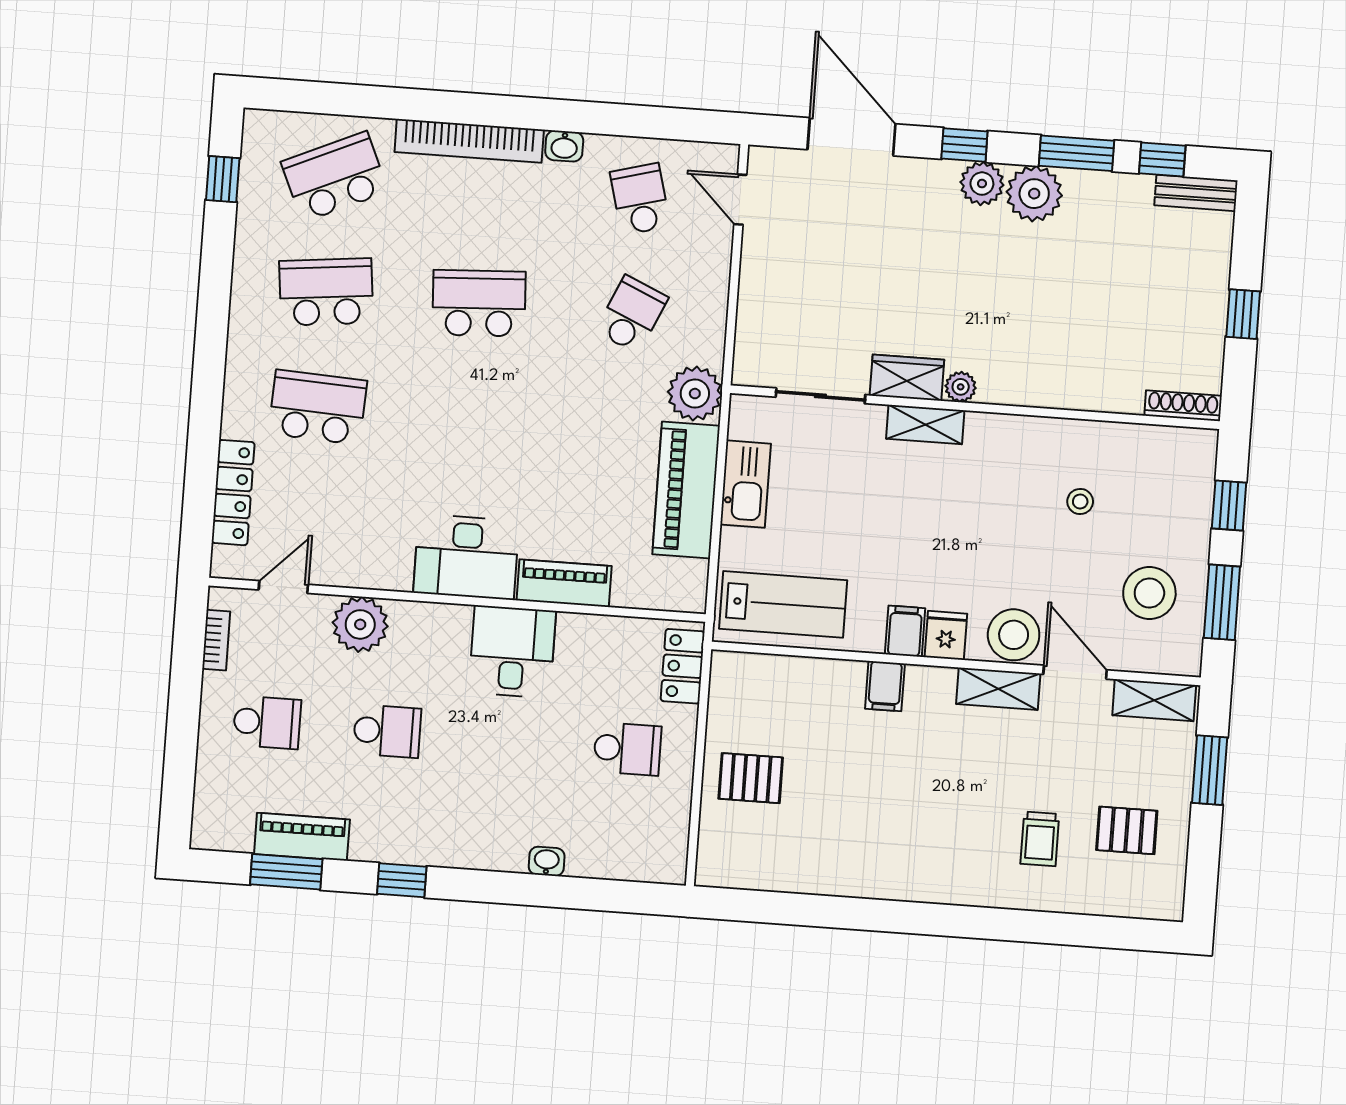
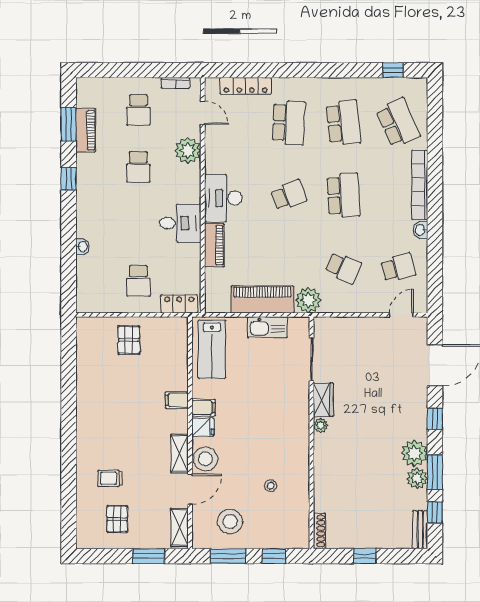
plant: (982, 184) -> (417, 478), moved
school desk: (470, 418) -> (289, 195), added
shelving: (925, 425) -> (302, 410), removed

